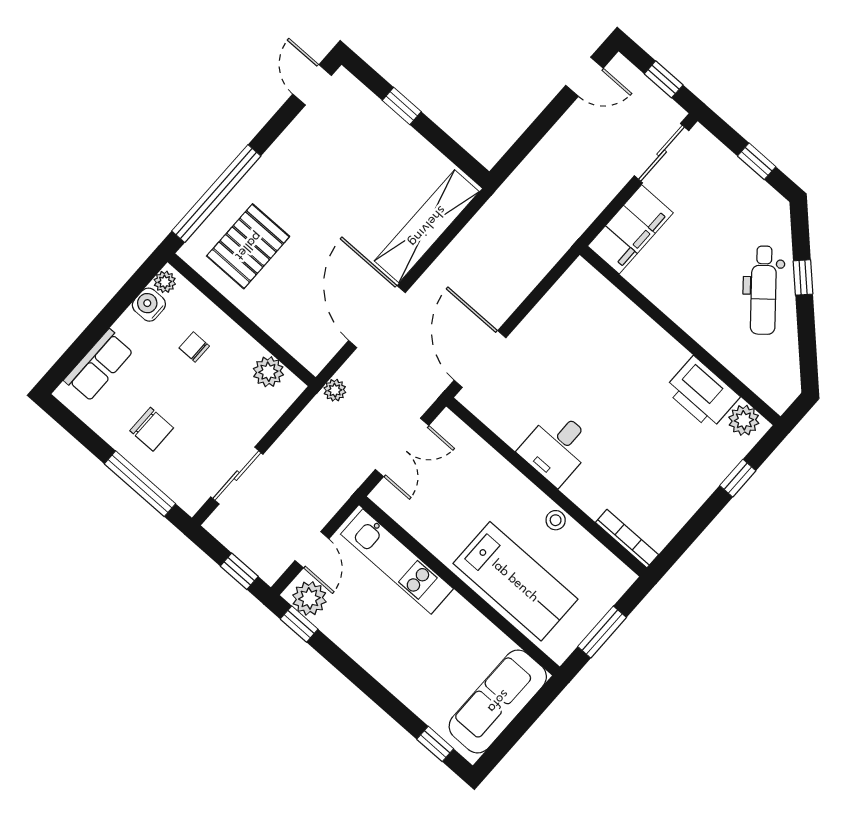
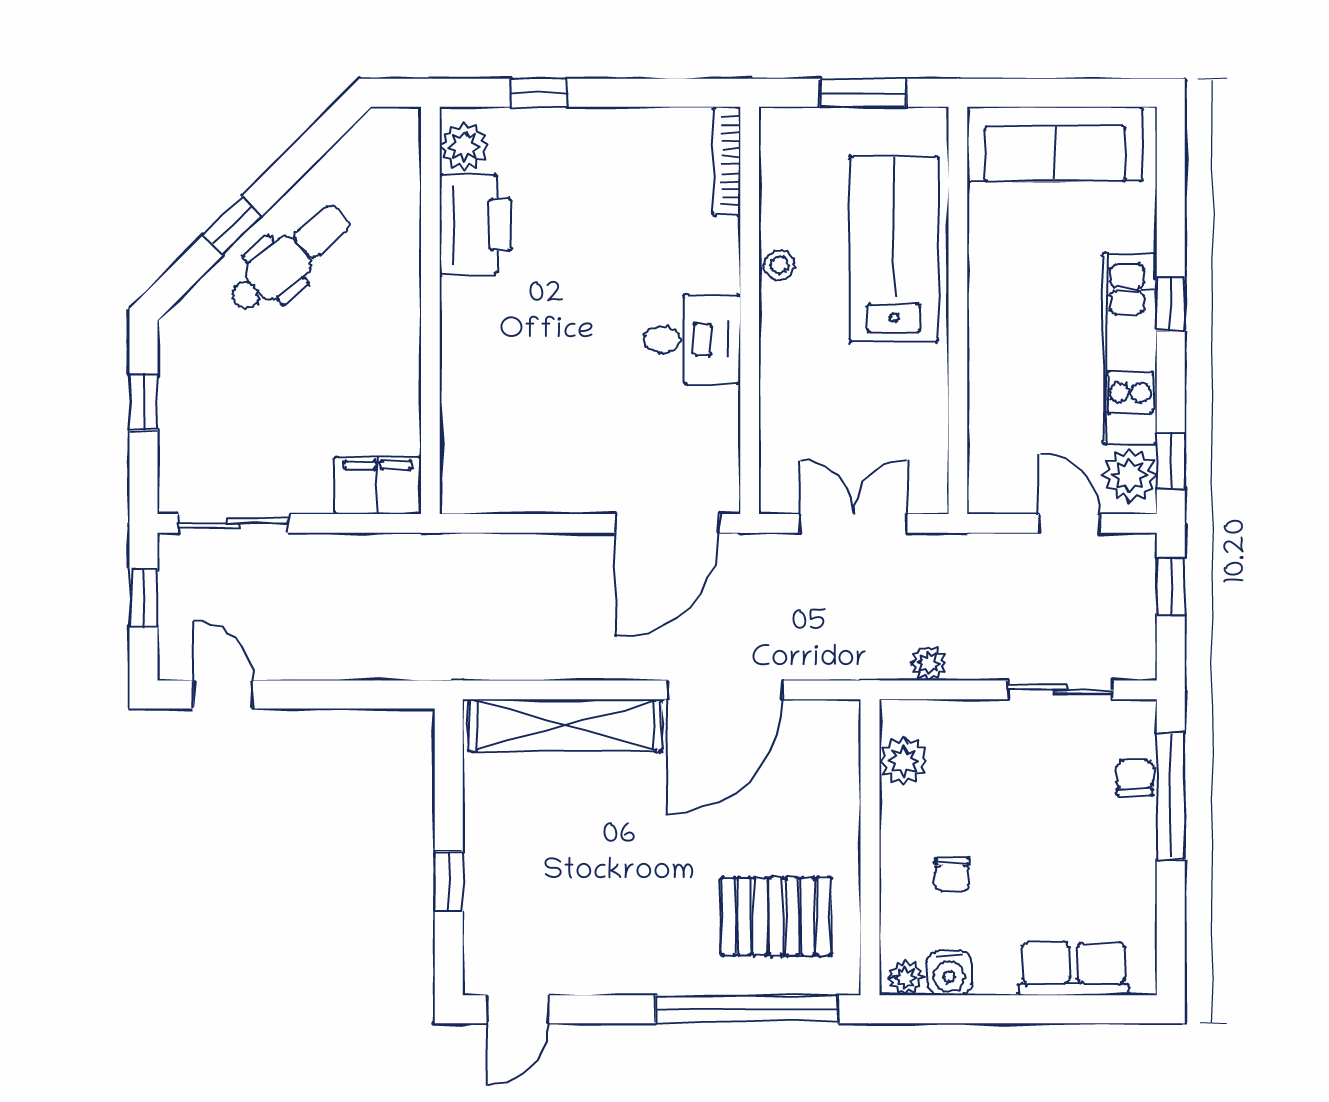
filing cabinet: (630, 229) -> (378, 485), width x0.67, depth x0.86
plant: (335, 390) -> (929, 663), moved
chair: (152, 429) -> (1135, 778), moved, width x0.73, depth x0.73
door: (312, 550) -> (1069, 523), hinge flipped
kitchen unit: (397, 561) -> (1130, 349), moved, turned 180
window: (435, 744) -> (1171, 304), moved

